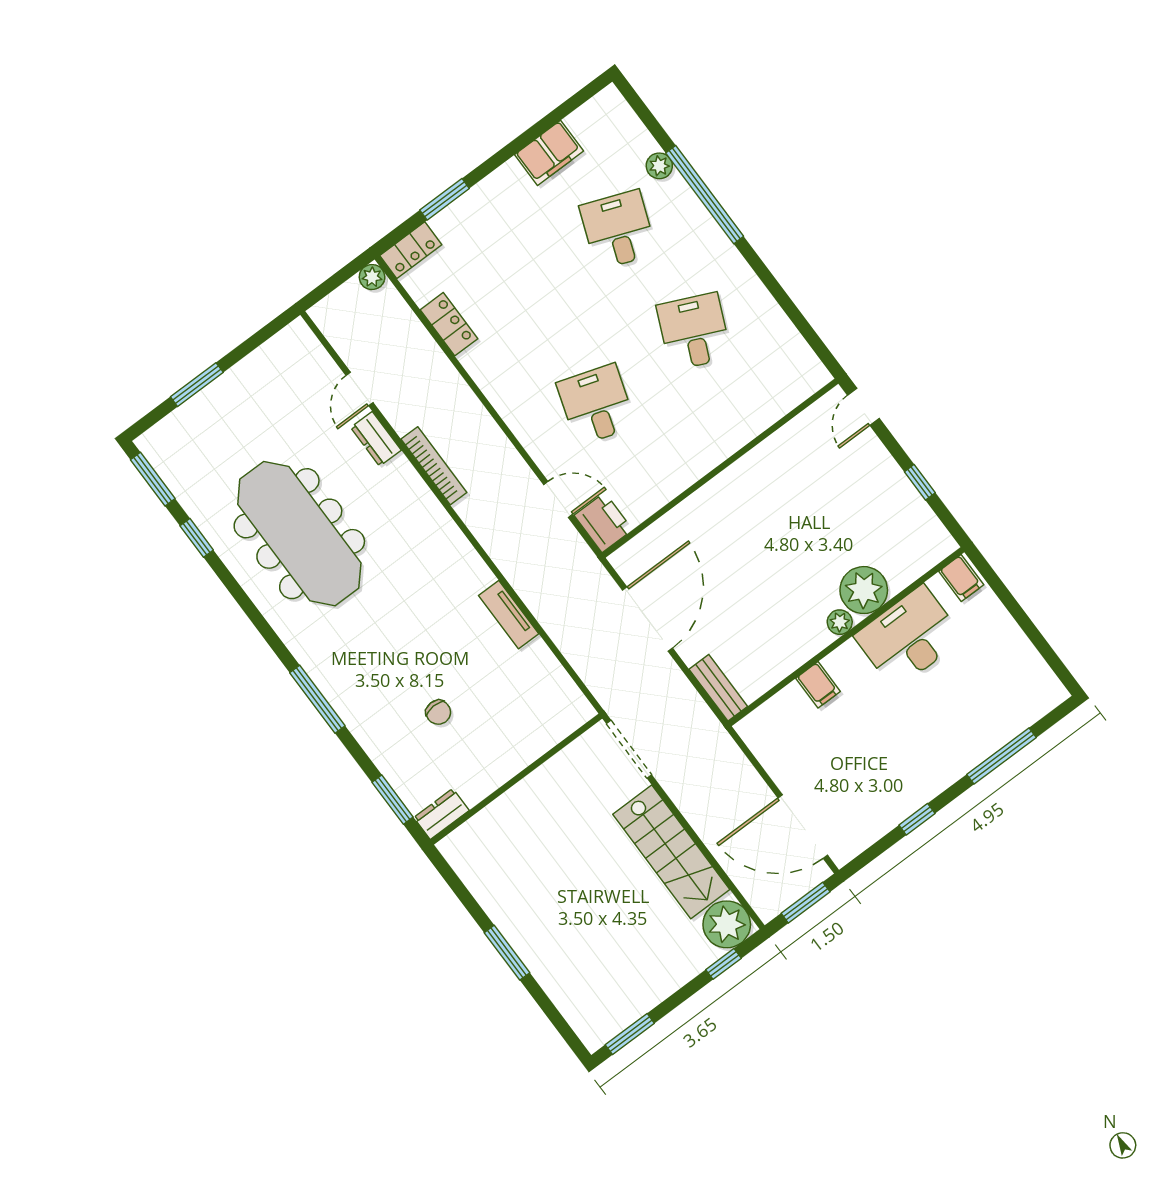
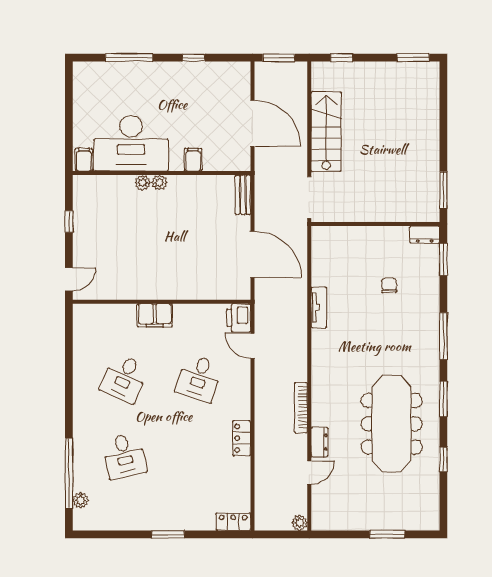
filing cabinet: (549, 153) -> (155, 315), moved, turned 180
plant: (659, 166) -> (81, 500), moved
window: (705, 195) -> (69, 473), moved
window: (445, 199) -> (168, 534), moved
desk: (618, 230) -> (124, 456), turned -33
plant: (372, 277) -> (300, 523), moved
locker: (449, 324) -> (242, 438), moved
window: (153, 479) -> (443, 399), moved
plant: (864, 590) -> (143, 183), width x0.53, depth x0.53
door: (648, 619) -> (252, 254), swing flipped
desk: (909, 637) -> (131, 143), width x1.36, depth x1.30
door: (803, 826) -> (252, 123), moved
plant: (727, 924) -> (325, 76), removed
window: (507, 953) -> (443, 190), moved

